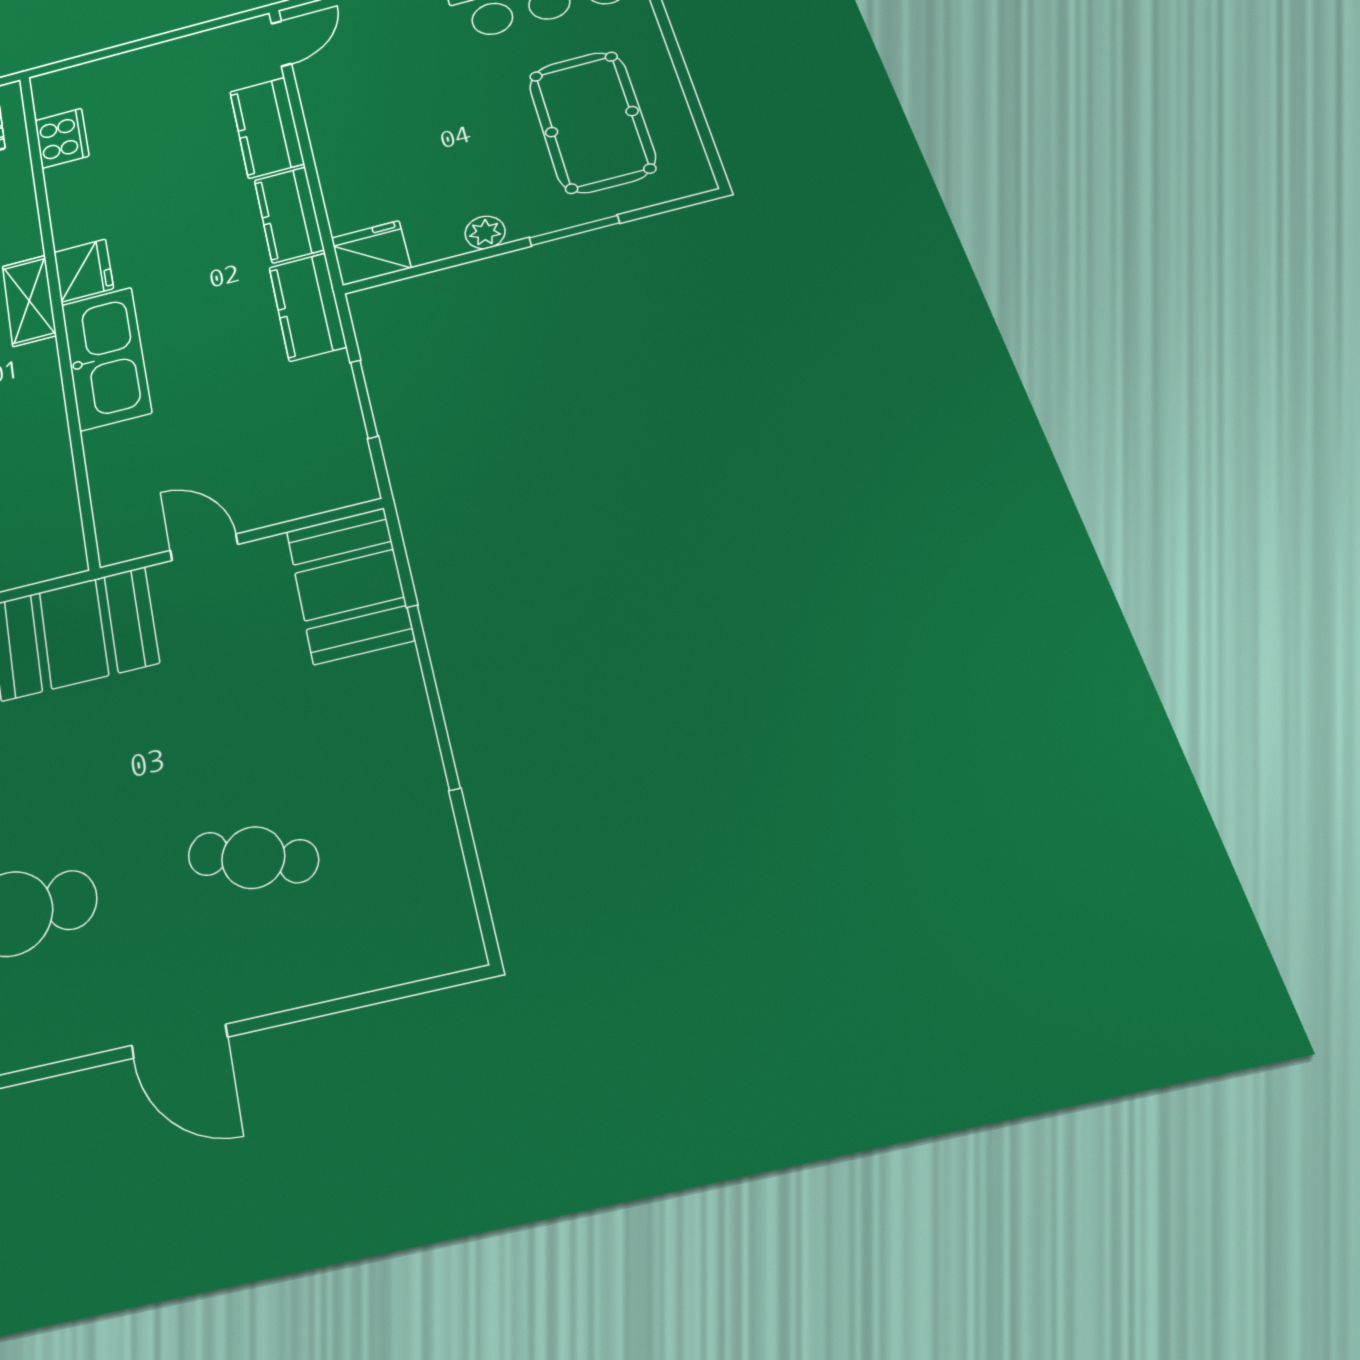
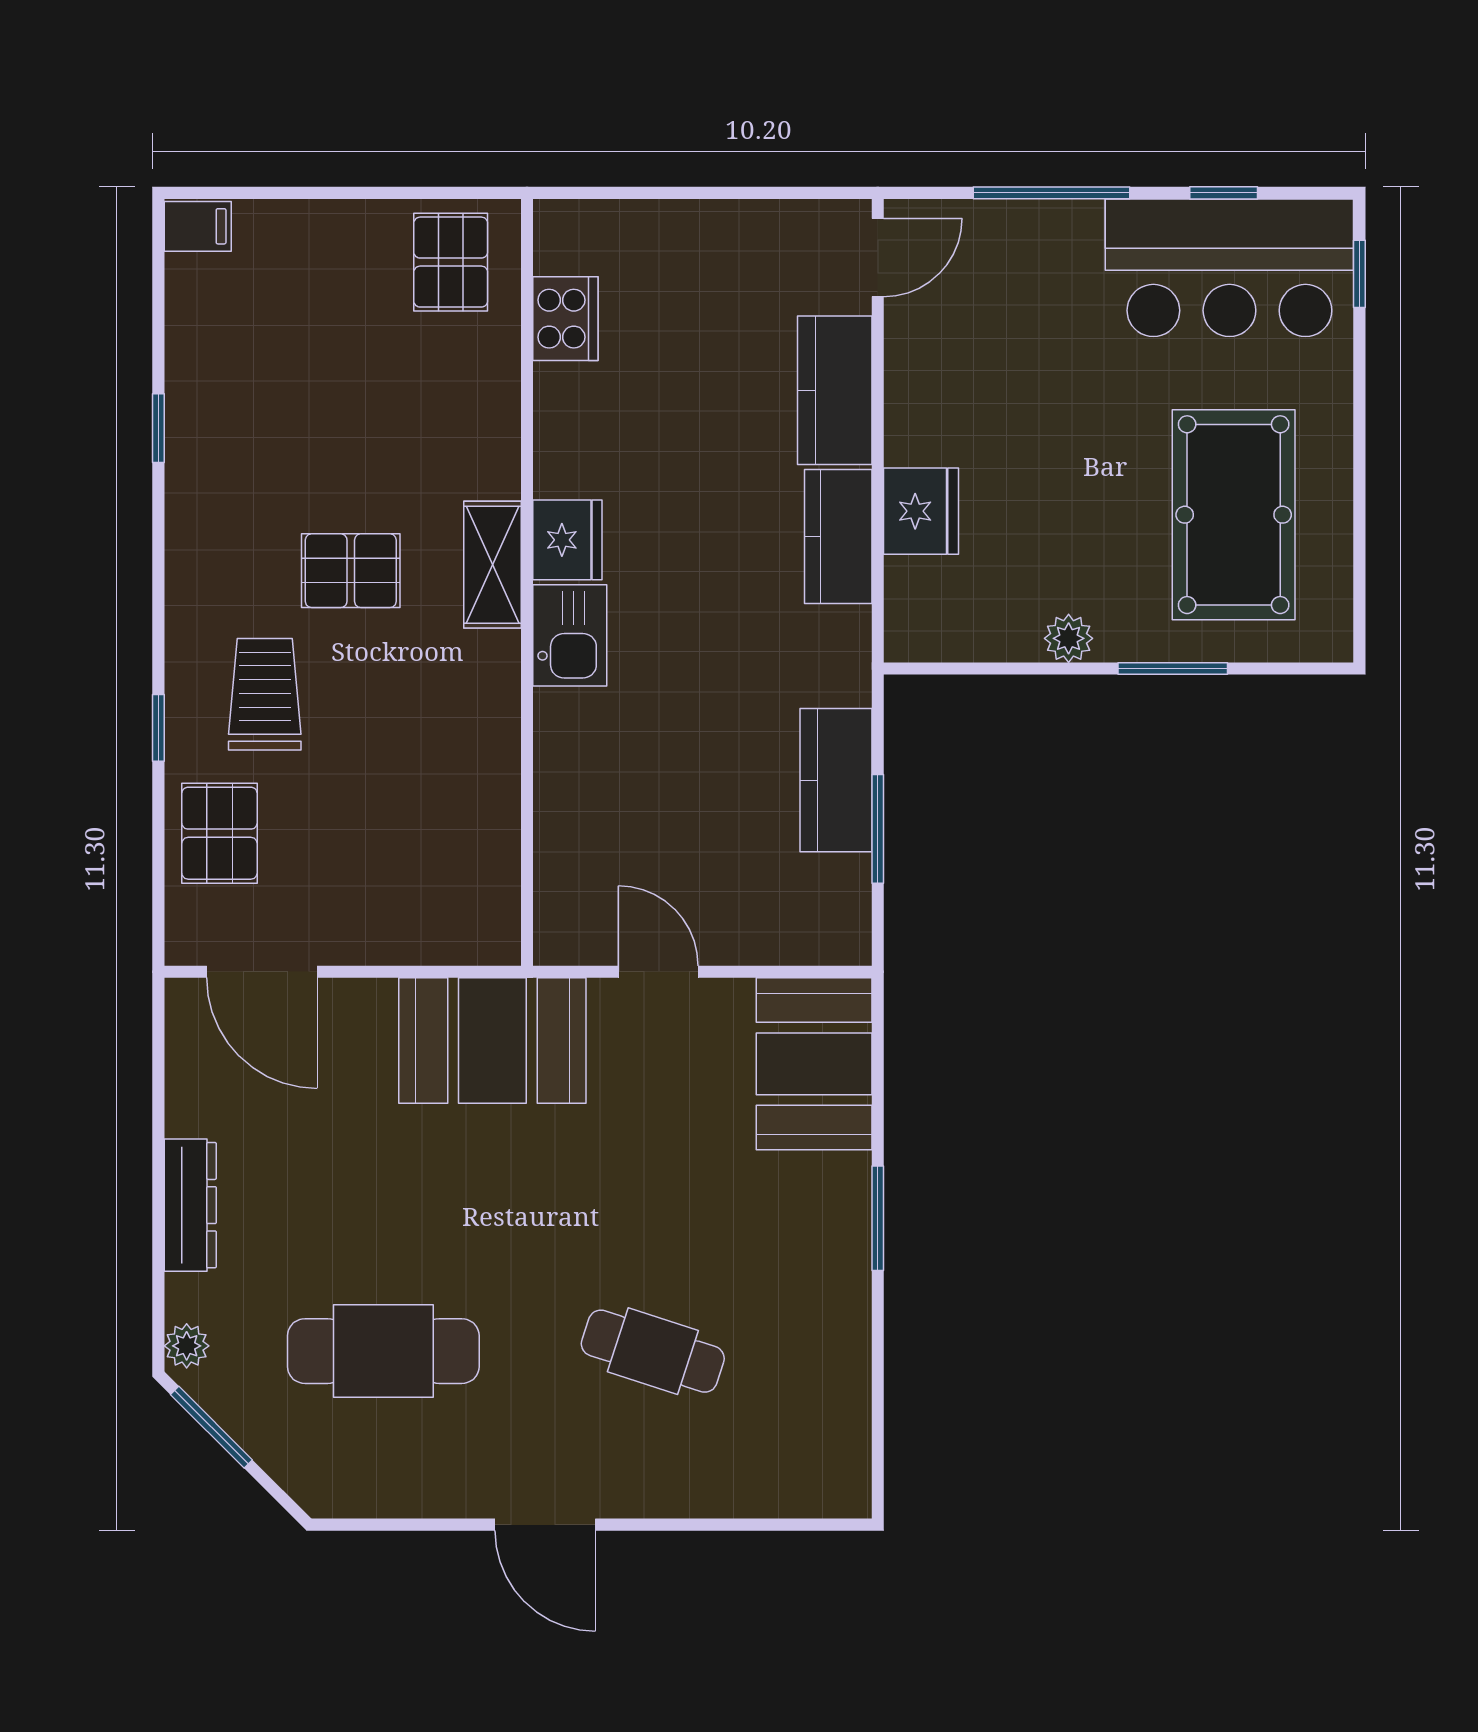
fridge: (371, 253) -> (921, 511), moved, turned 90
kitchen counter: (308, 307) -> (836, 780), moved
kitchen sink: (106, 358) -> (570, 635), width x0.53, depth x0.81
window: (433, 696) -> (878, 1218), width x0.47

